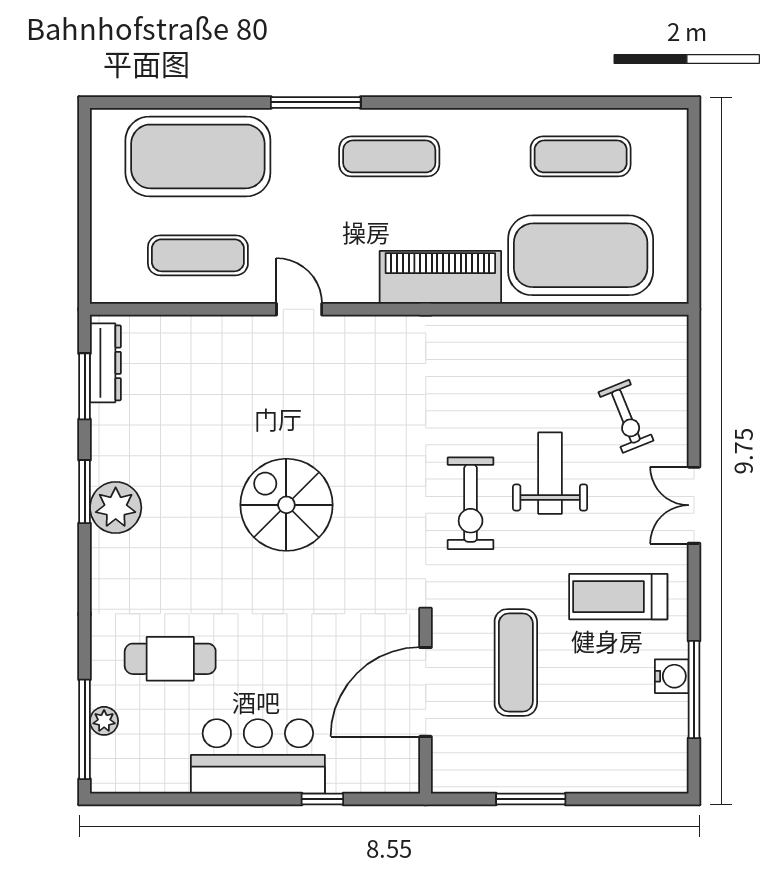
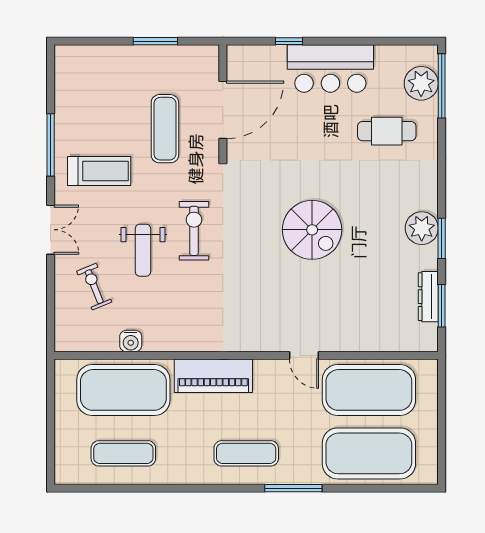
exercise mat: (198, 255) -> (369, 390), width x2.00, depth x1.45
dresser: (105, 363) -> (428, 297), moved
water cooler: (672, 676) -> (131, 341), moved, turned -90
window: (694, 689) -> (51, 145), moved
plant: (104, 721) -> (421, 83), width x1.87, depth x1.87

